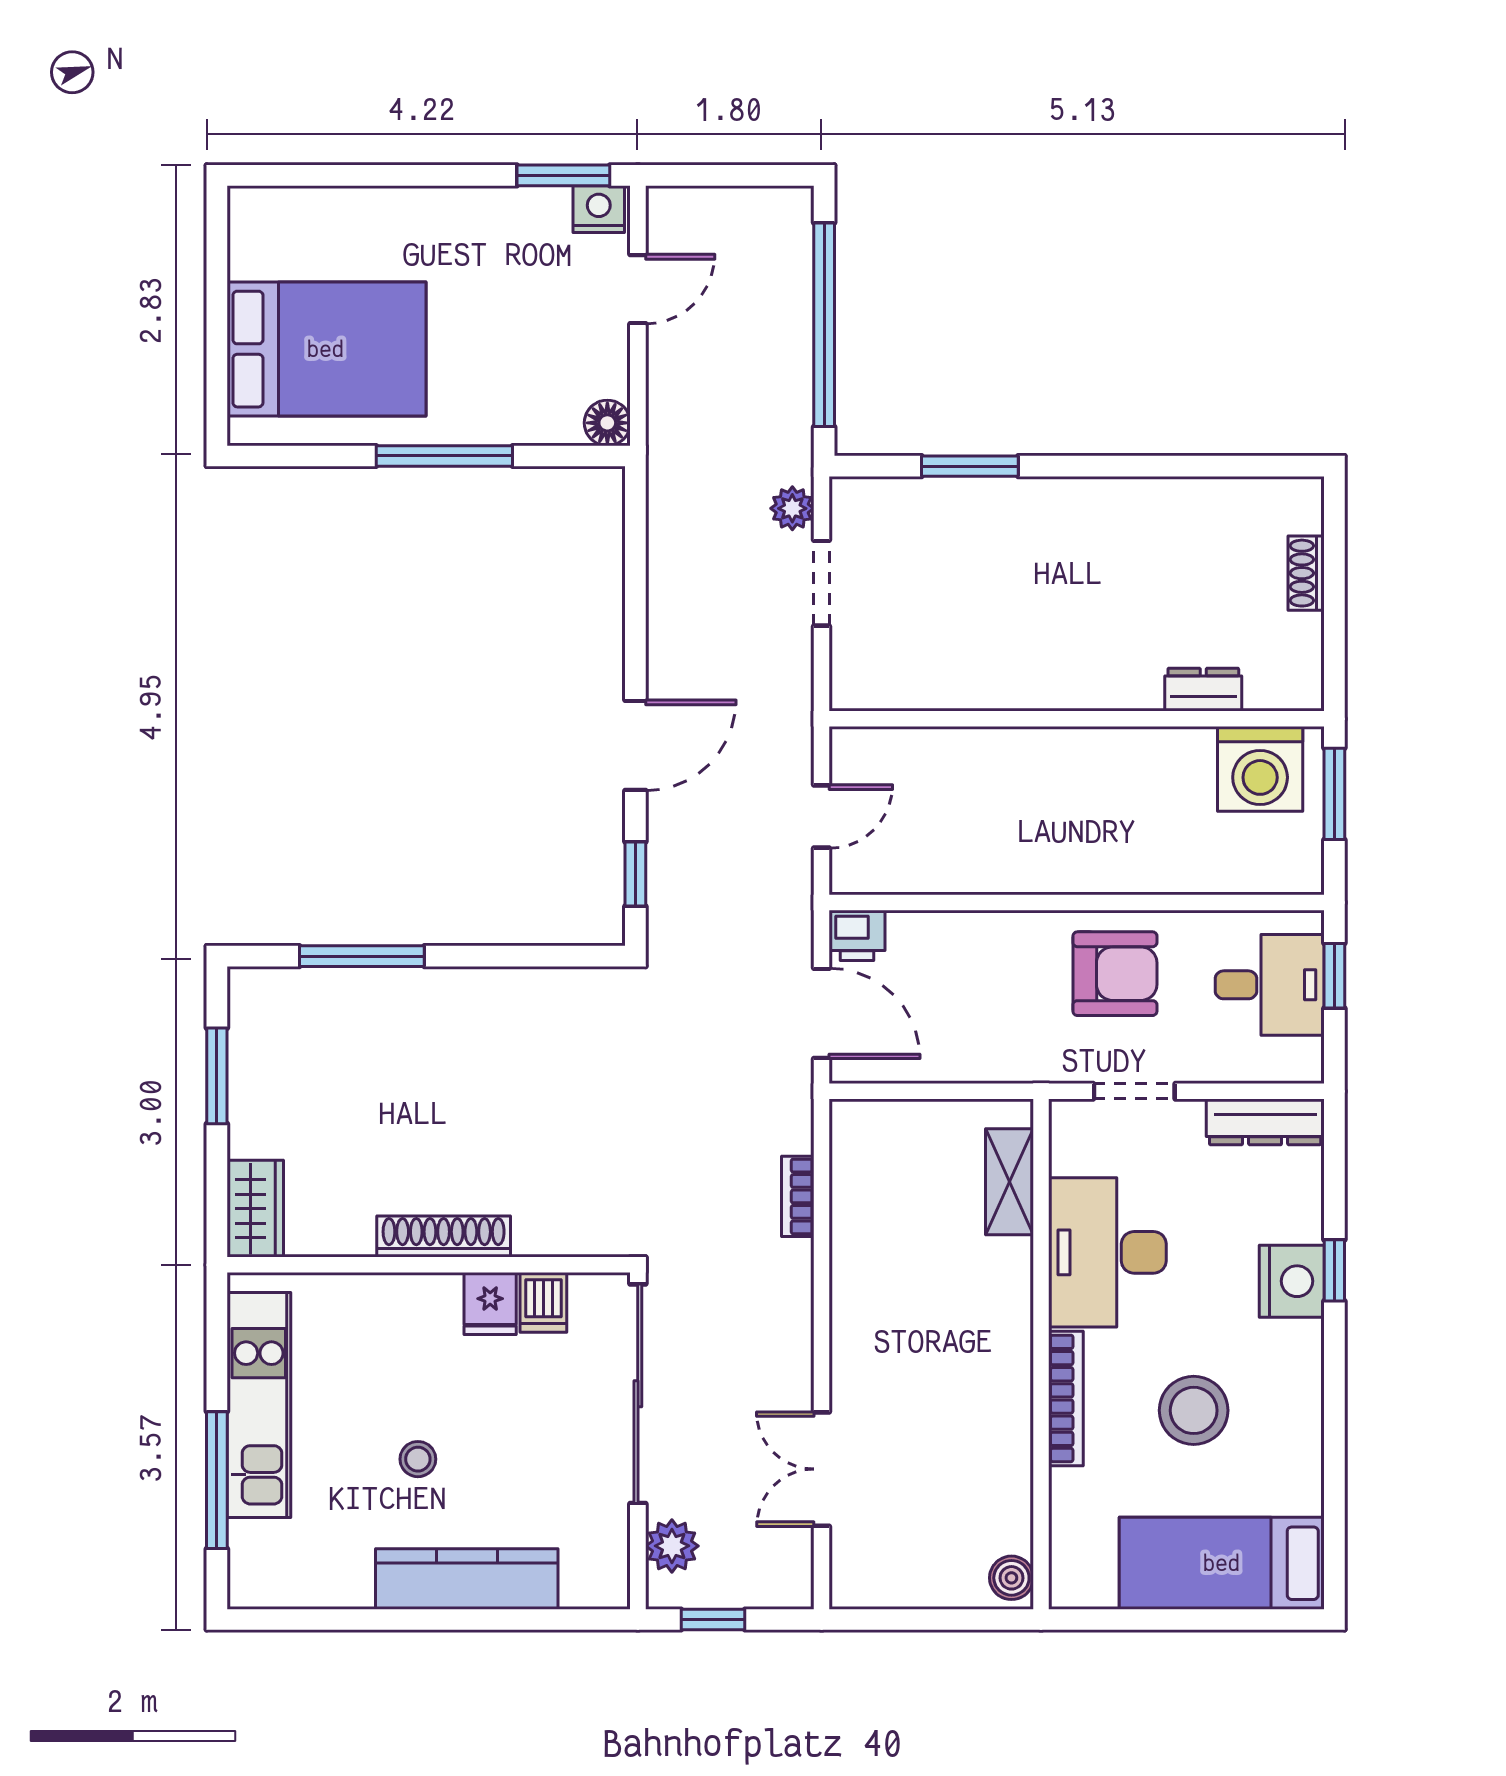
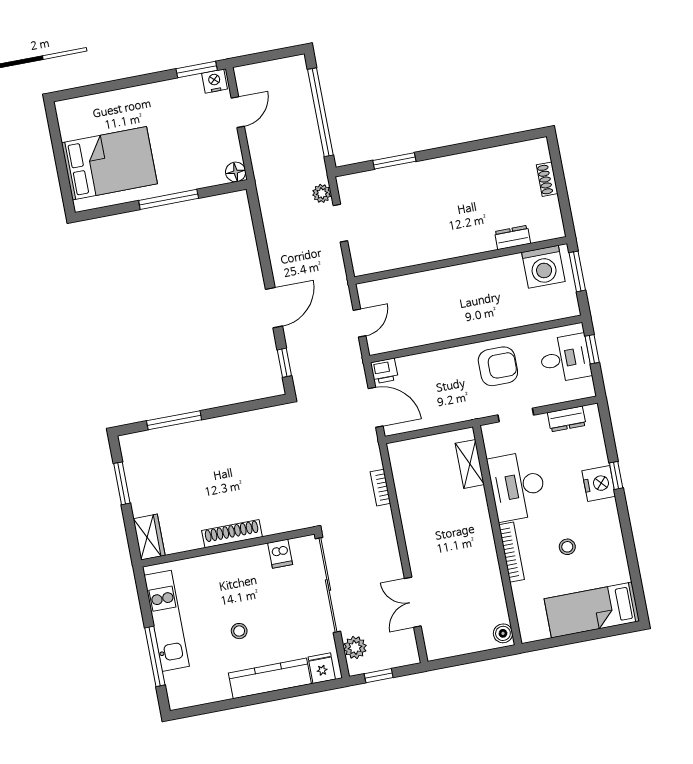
dresser: (1265, 1122) -> (567, 419), width x0.70
fridge: (490, 1304) -> (322, 668), moved, turned 180
stool: (1194, 1410) -> (567, 547), width x0.53, depth x0.53

